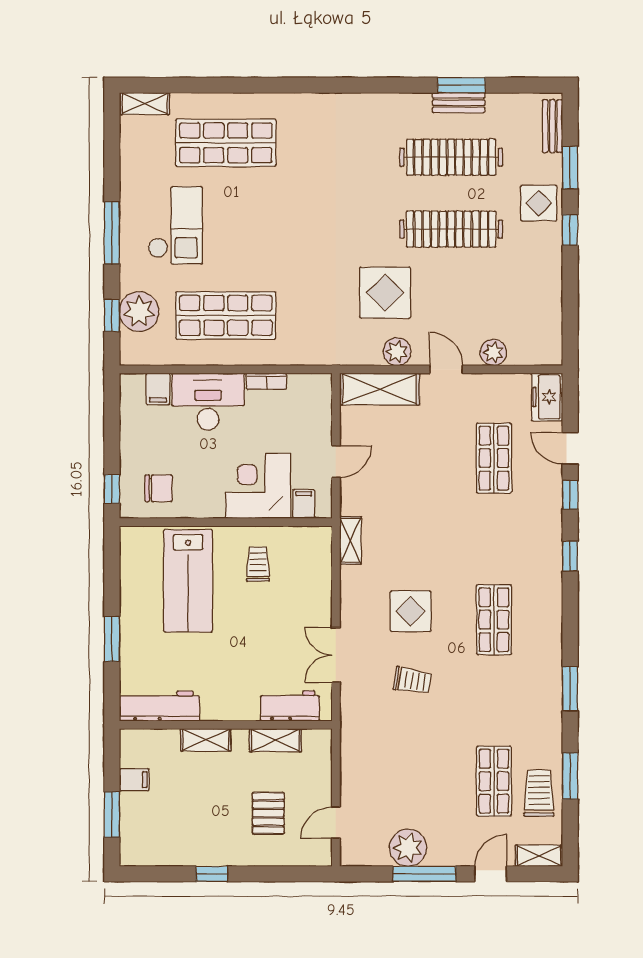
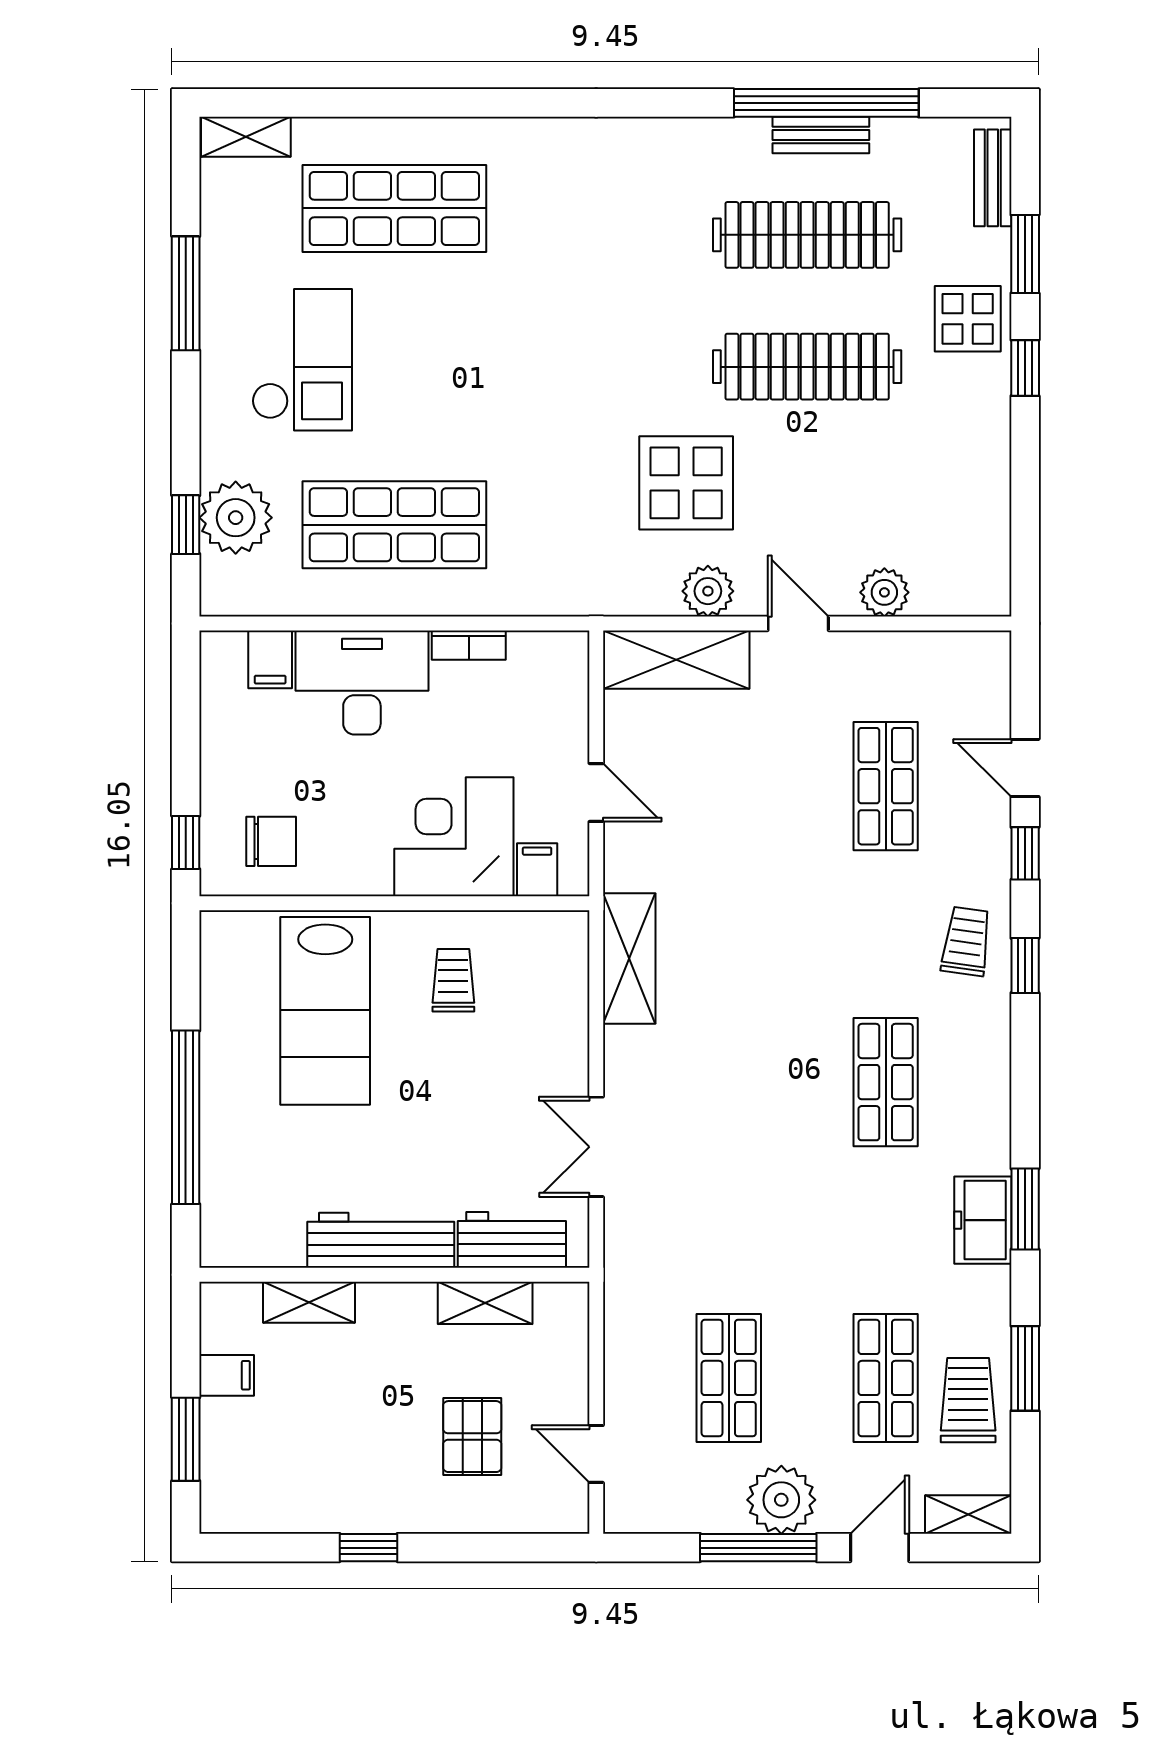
window: (462, 85) -> (826, 103), width x2.11
window: (112, 233) -> (186, 293), moved
freezer: (547, 397) -> (983, 1220), moved
door: (336, 462) -> (596, 792), hinge flipped
shelving: (350, 540) -> (629, 958), width x1.50, depth x1.33
display table: (411, 611) -> (733, 1067), removed
window: (112, 639) -> (186, 1117), width x2.11
trolley: (412, 680) -> (966, 941), moved, turned -91
workbench: (159, 706) -> (381, 1240), moved
shelving: (206, 740) -> (309, 1302), moved
shop shelf: (408, 781) -> (729, 1378), added
door: (336, 823) -> (596, 1454), hinge flipped
plant: (408, 848) -> (781, 1500), moved

